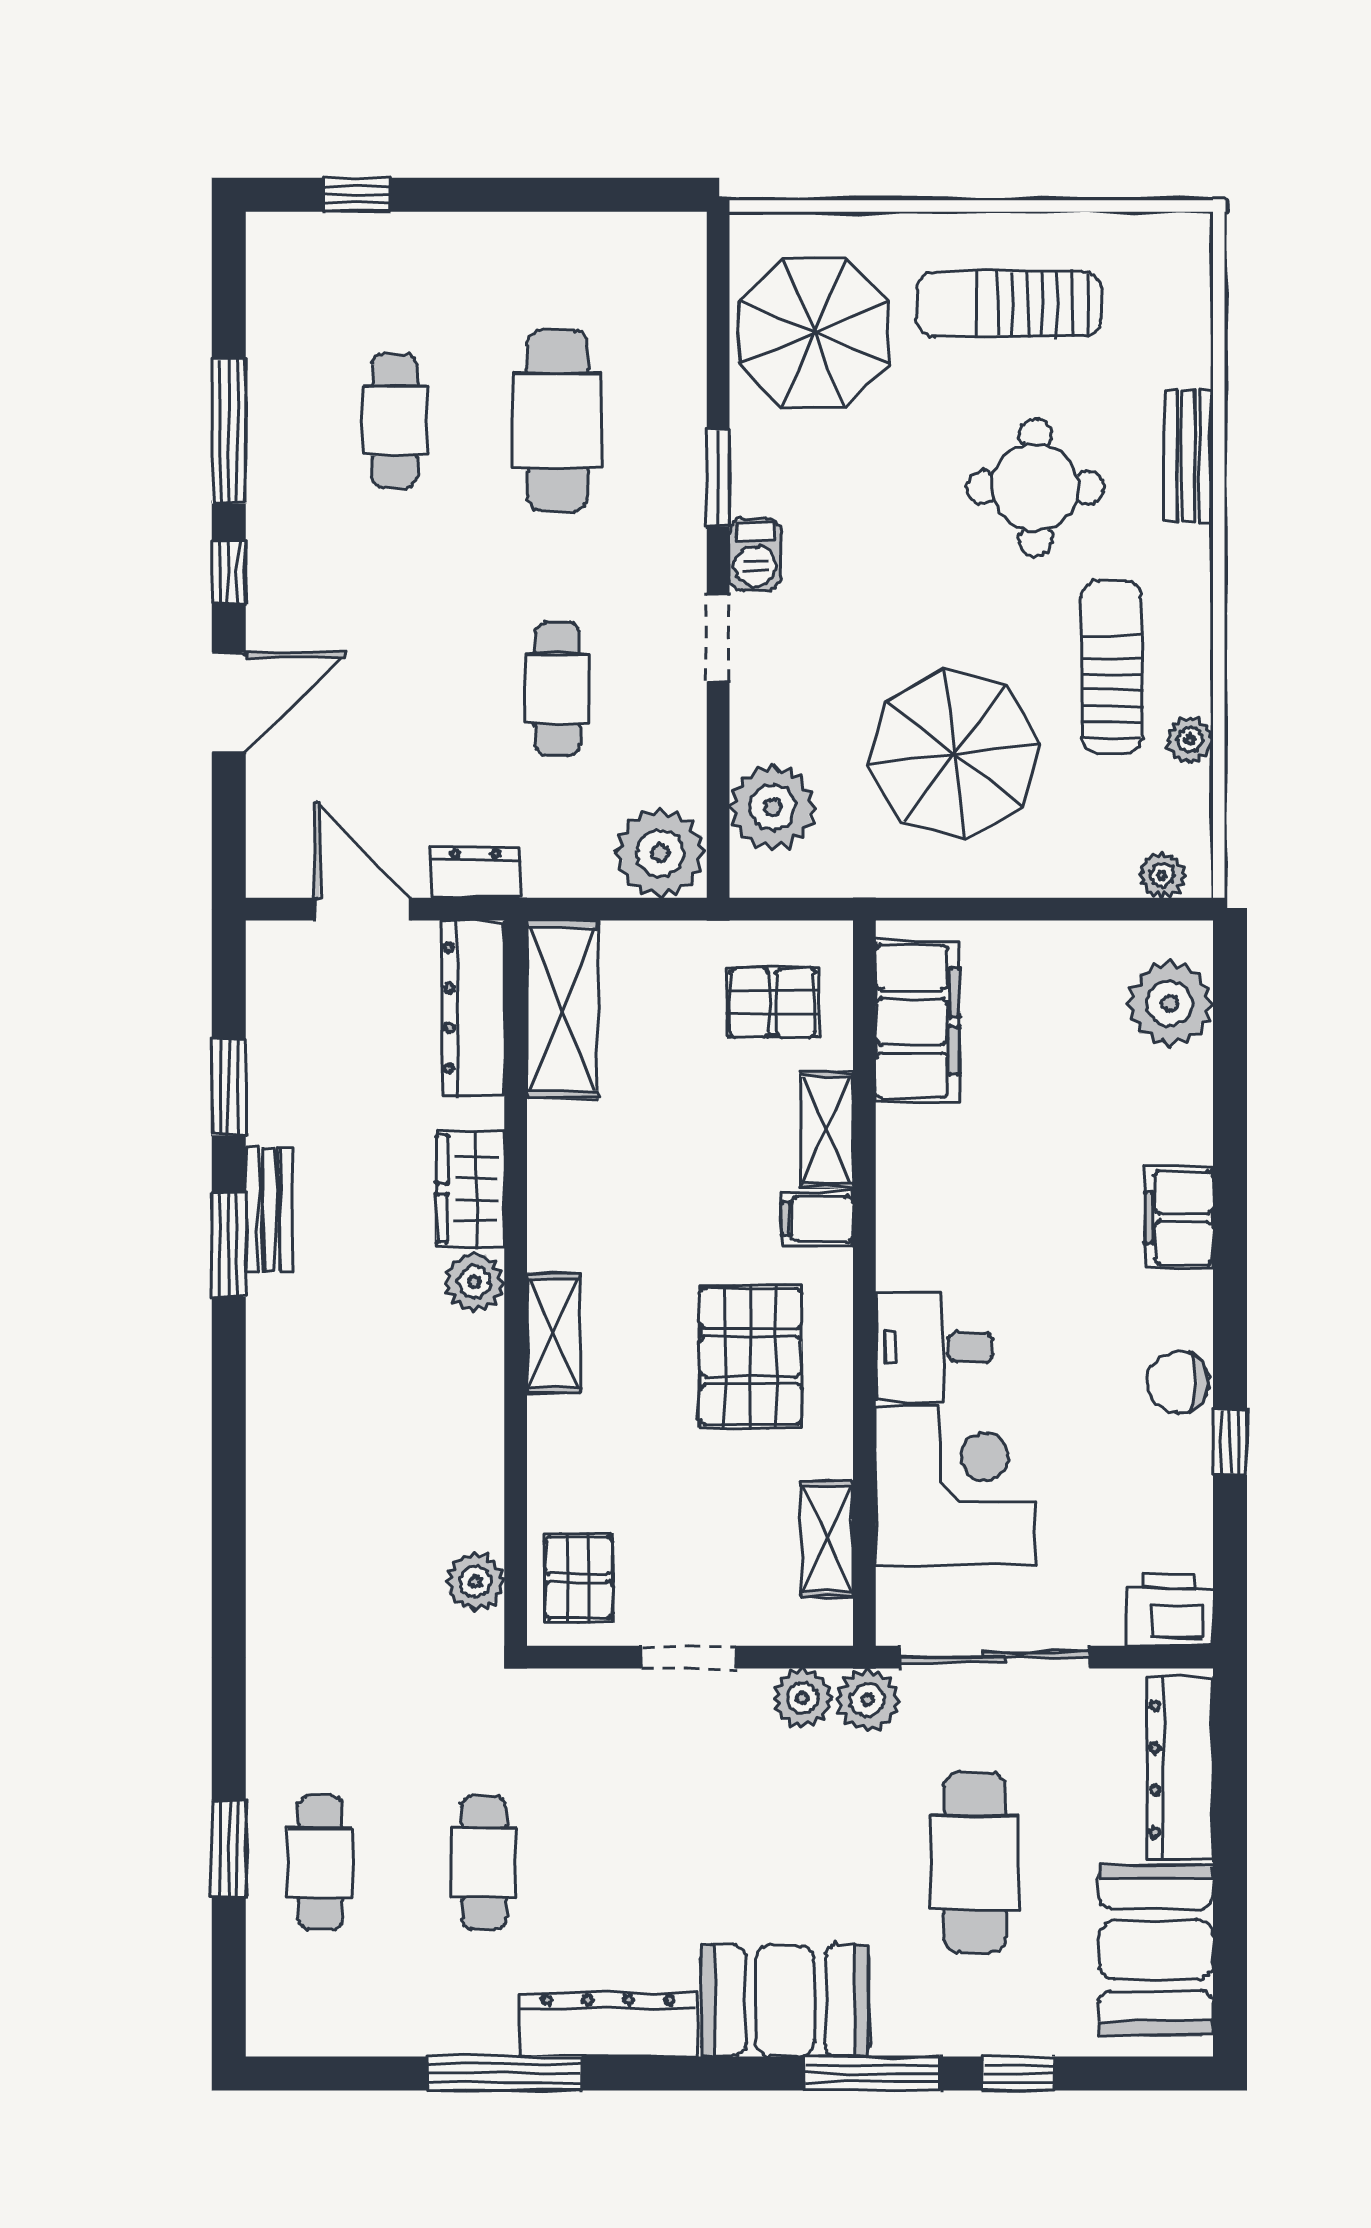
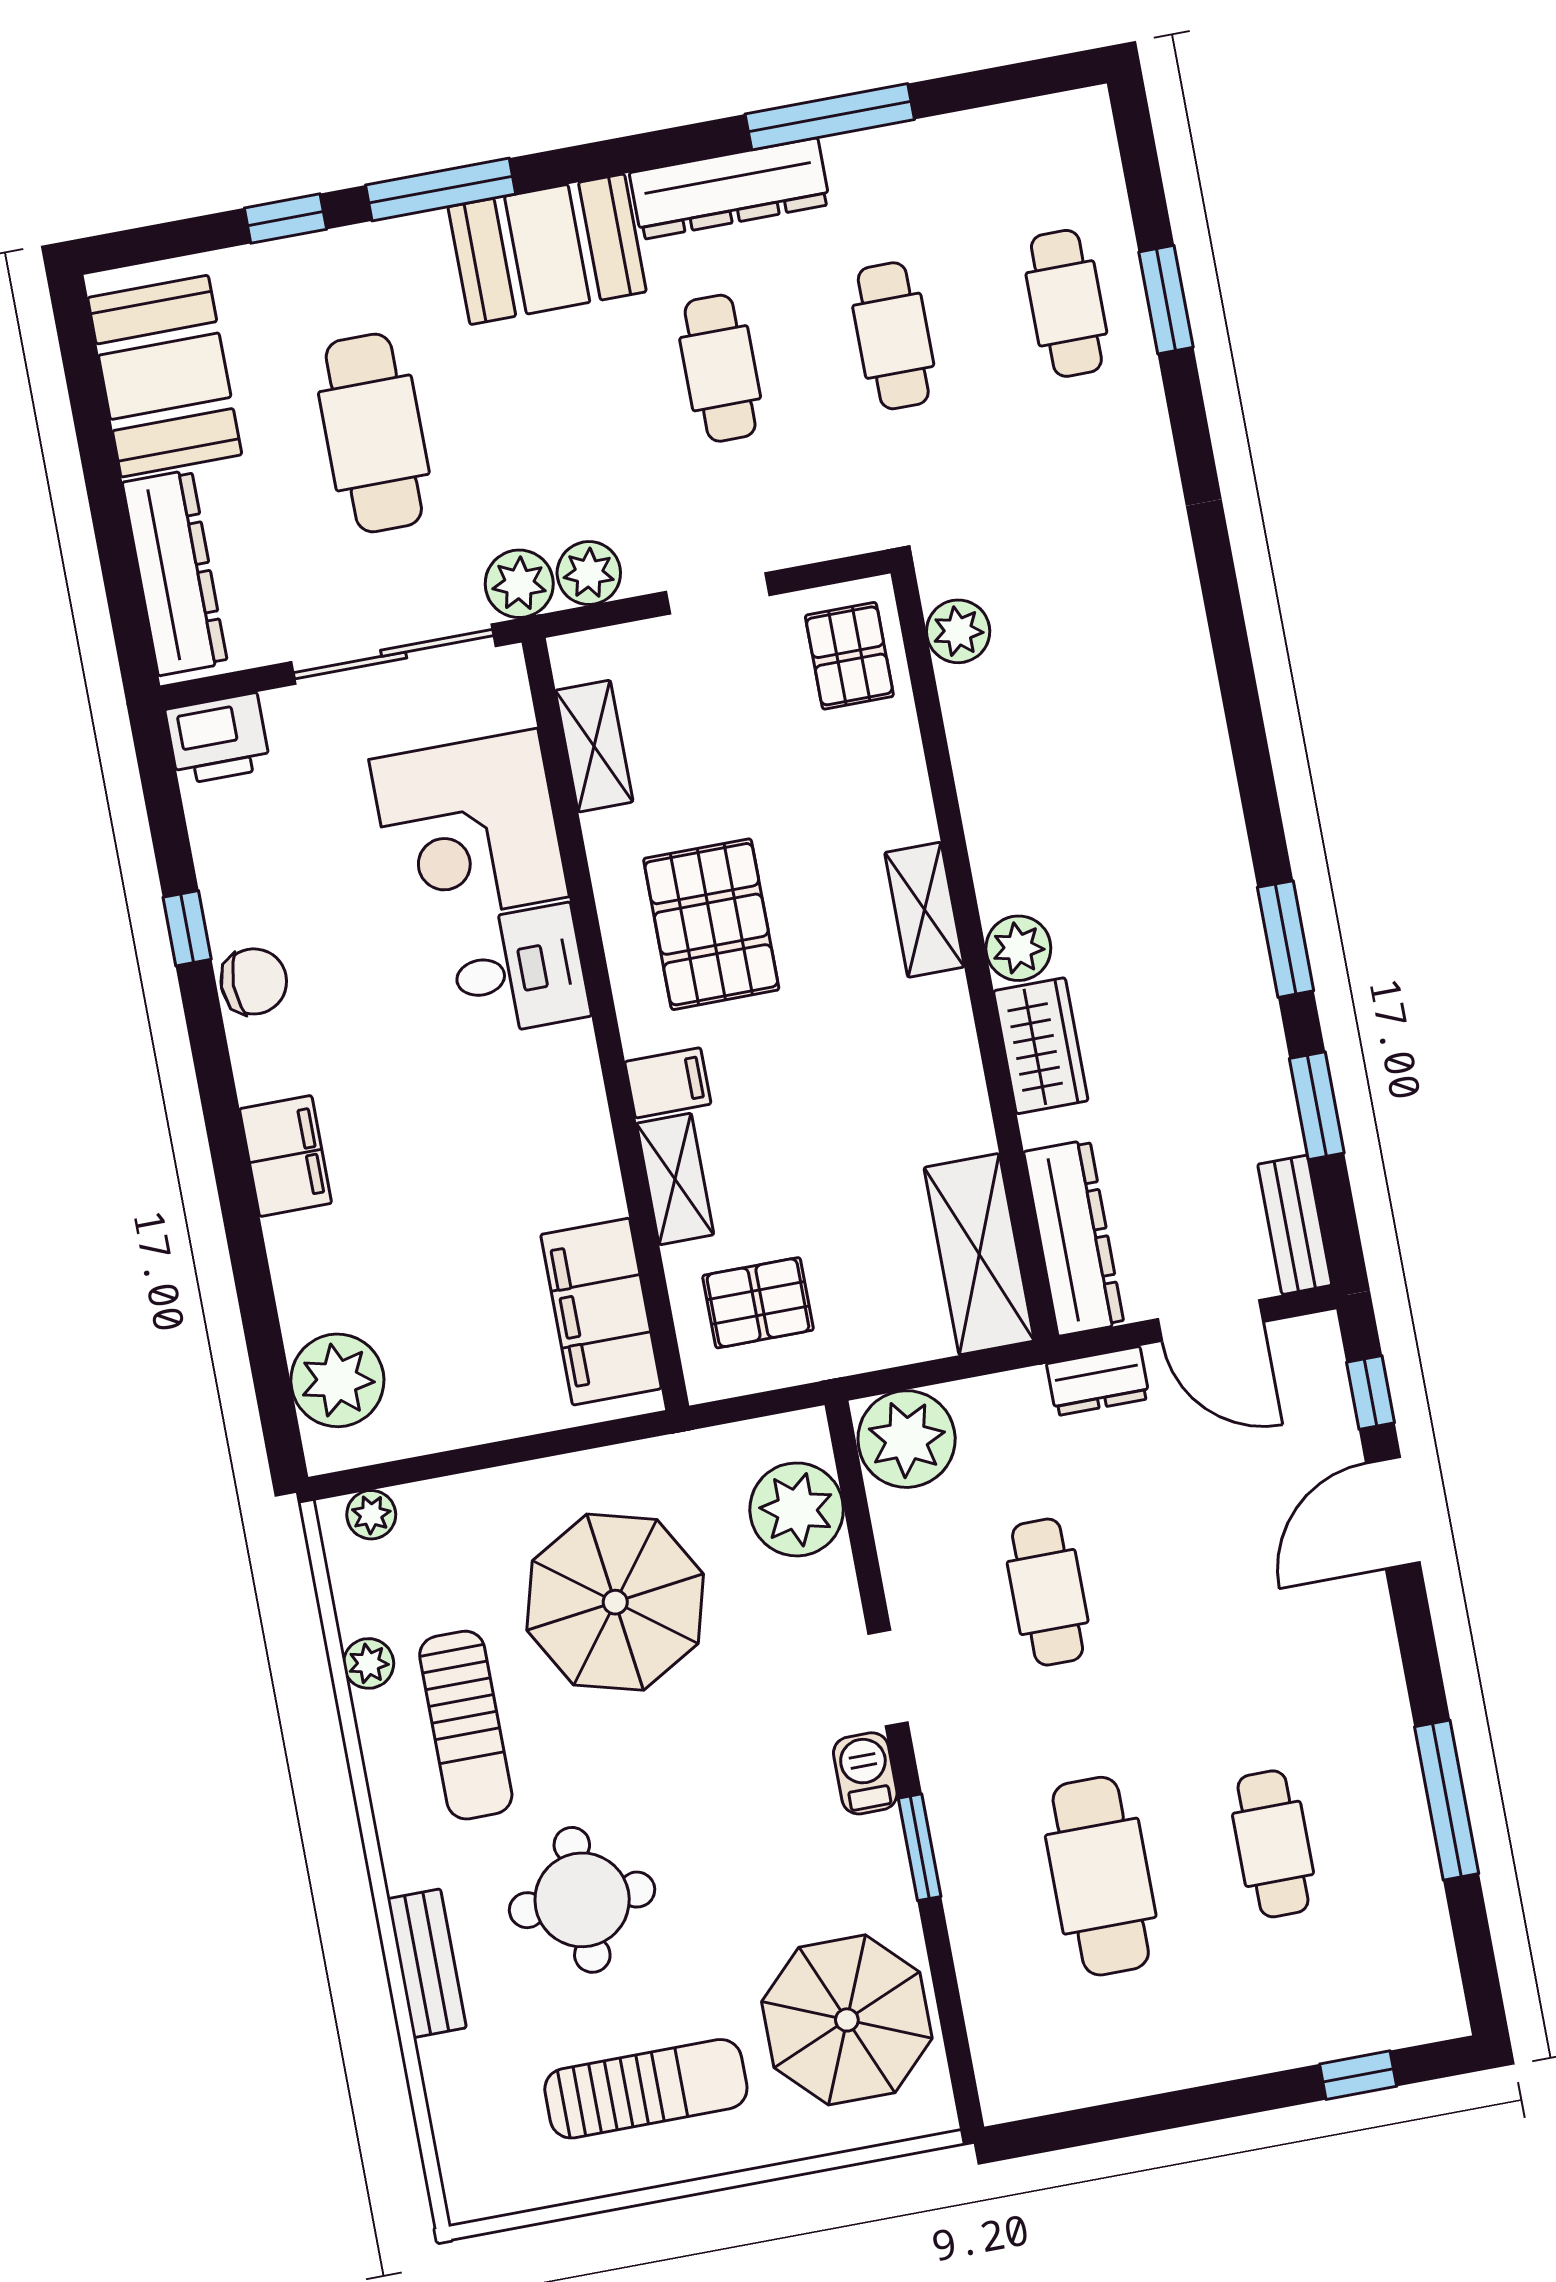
window: (229, 572) -> (1370, 1393), moved
bench: (269, 1209) -> (1295, 1225), moved
cafe table: (648, 1862) -> (720, 368), added

